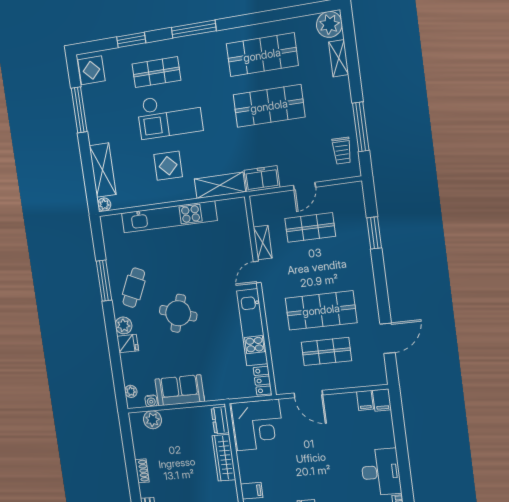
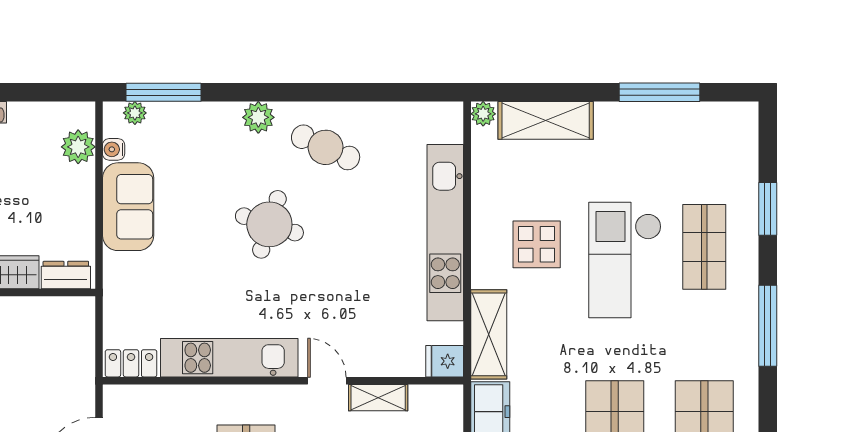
display table: (91, 70) -> (726, 127), removed
window: (104, 281) -> (163, 92), moved
fridge: (128, 344) -> (445, 361), moved, turned 90
corner desk: (258, 425) -> (51, 344), removed

